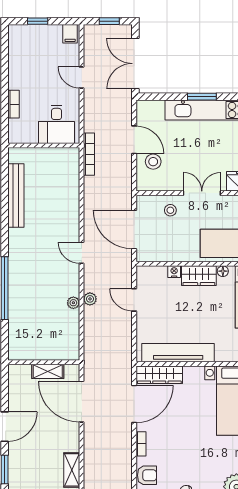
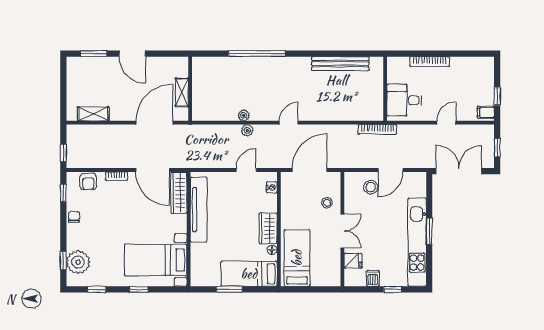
window: (38, 21) -> (497, 96), moved
bookcase: (14, 104) -> (430, 62), width x1.56
nightstand: (174, 272) -> (272, 187), moved

